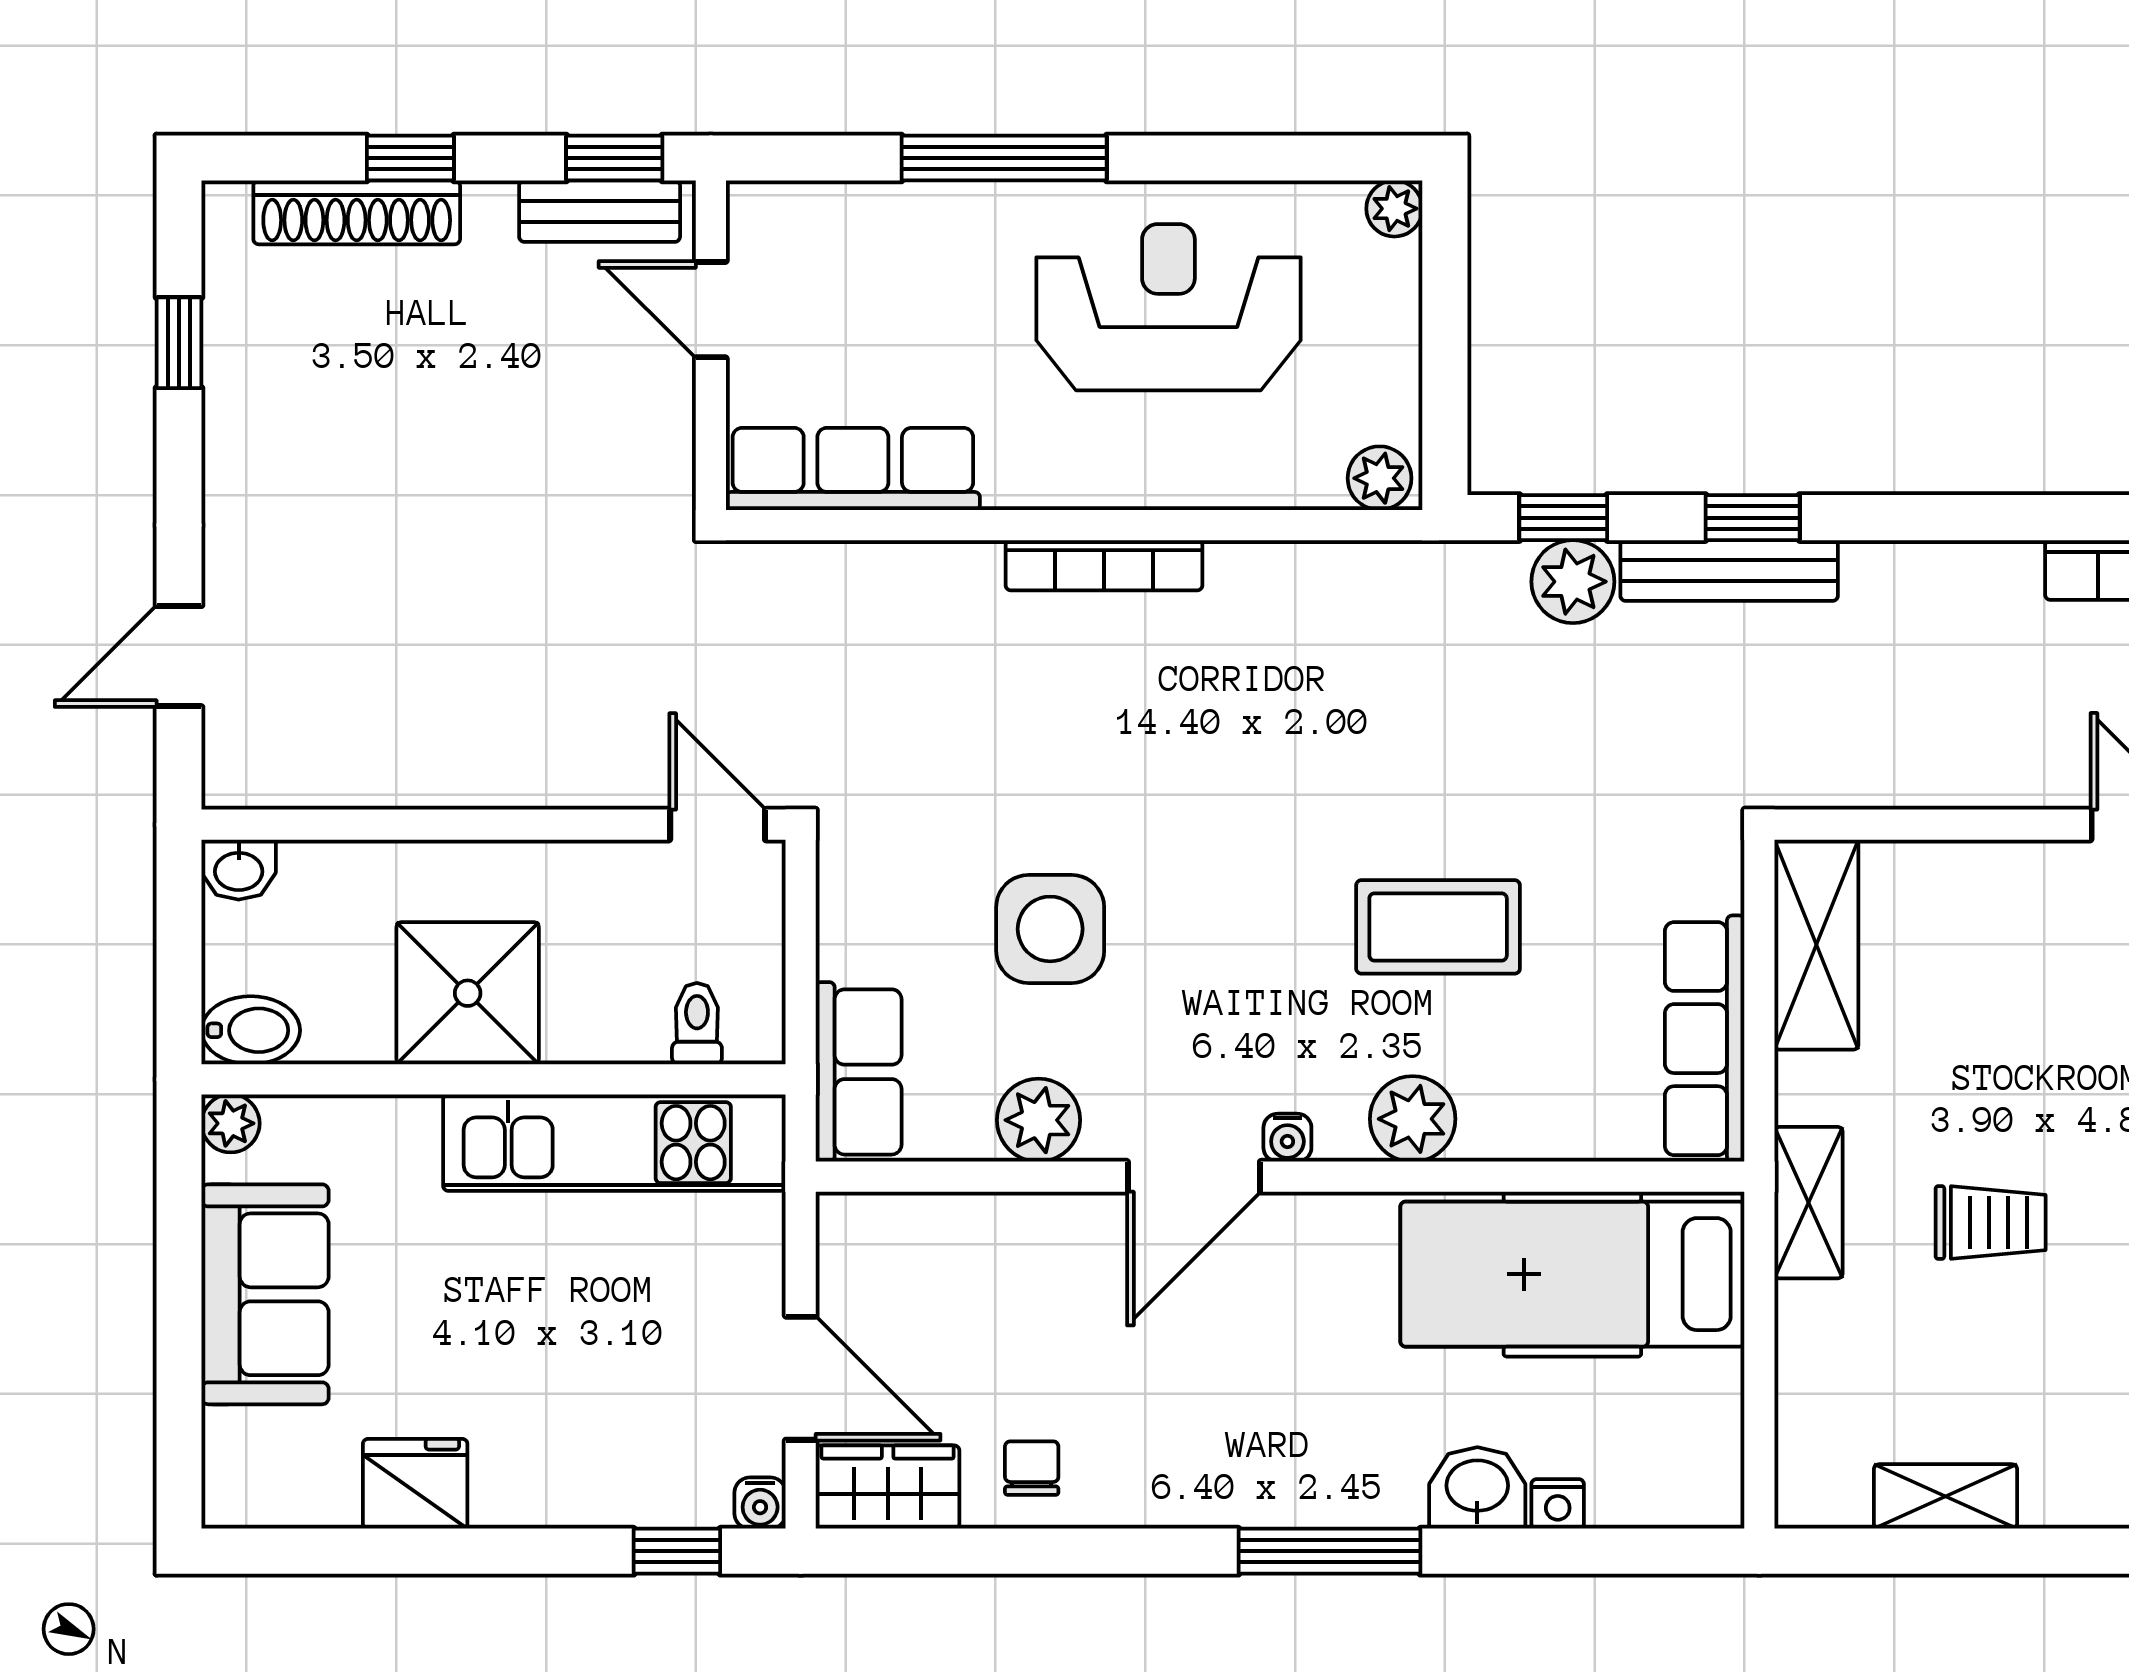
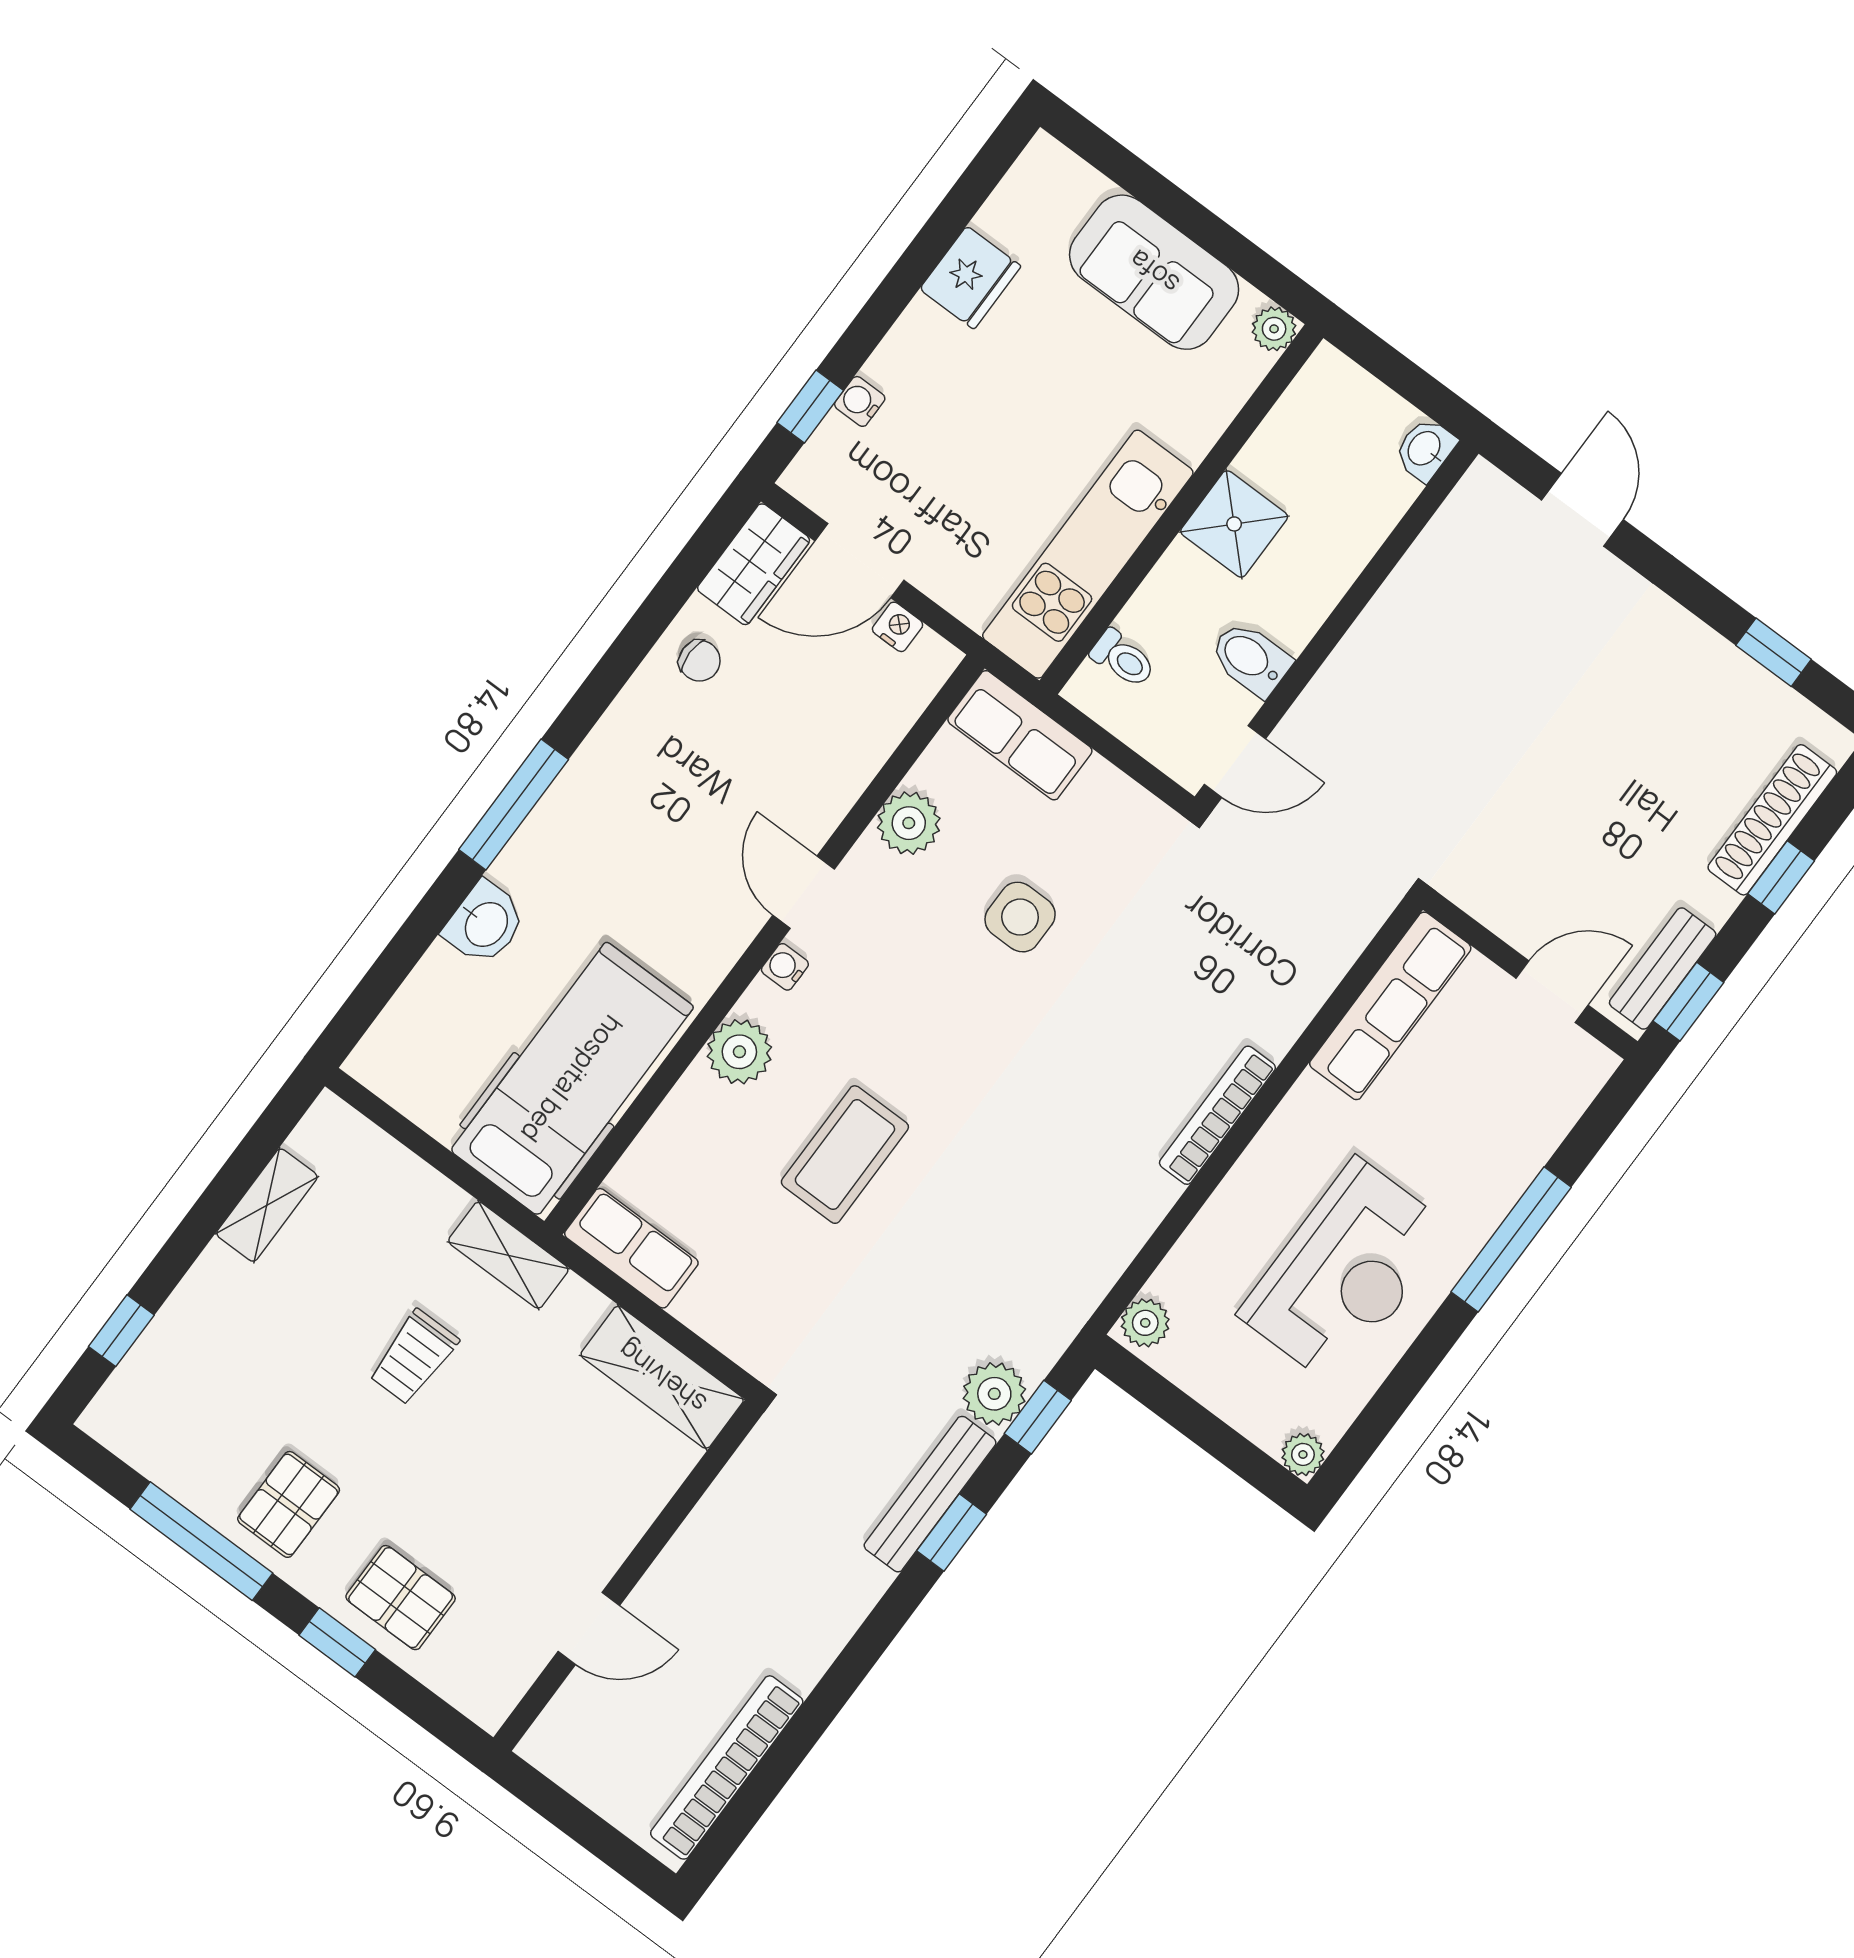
side table: (1050, 929) -> (1020, 917), width x0.73, depth x0.73
shower: (468, 993) -> (1234, 524), width x0.73, depth x0.73
bidet: (251, 1030) -> (1251, 659), moved, turned 90
row of seats: (1705, 1039) -> (631, 1248), width x0.68
door: (1194, 1177) -> (804, 892), width x0.73
water cooler: (760, 1503) -> (860, 401), moved
nightstand: (1558, 1504) -> (898, 627), moved, turned 90

